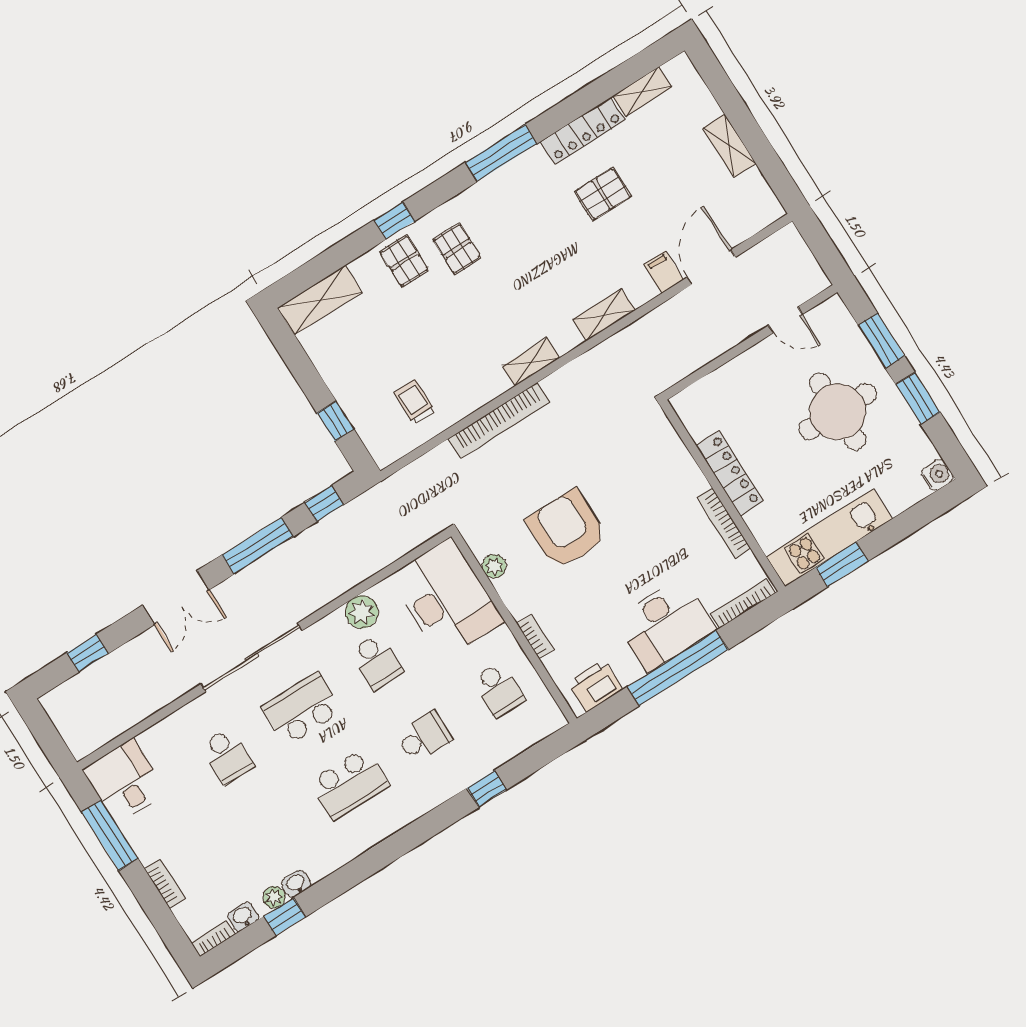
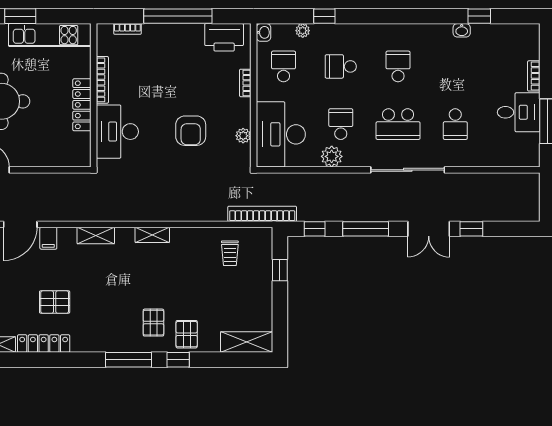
window: (501, 153) -> (128, 360), moved
bookcase: (499, 421) -> (262, 214), moved
armchair: (567, 529) -> (191, 131), width x0.73, depth x0.73
window: (842, 564) -> (20, 16), moved
double door: (176, 597) -> (429, 229), swing flipped
bookcase: (743, 604) -> (127, 29), width x0.64
desk: (665, 624) -> (117, 132), moved, turned -90
window: (88, 653) -> (471, 229), moved
printer: (595, 686) -> (224, 37), width x1.37, depth x1.19
school desk: (227, 756) -> (455, 124), turned 180
desk: (125, 781) -> (519, 112), moved, turned -90
school desk: (349, 784) -> (398, 66), width x0.54
plant: (274, 897) -> (303, 31), moved
washbasin: (243, 917) -> (263, 32), moved, turned -90
bookcase: (213, 939) -> (526, 29), removed

